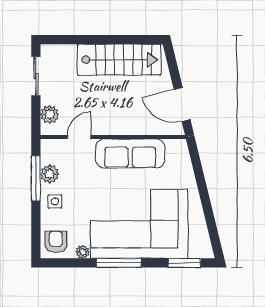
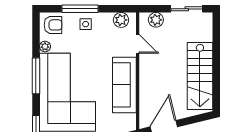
plant: (50, 174) -> (121, 20), moved
window: (36, 178) -> (80, 9), moved

